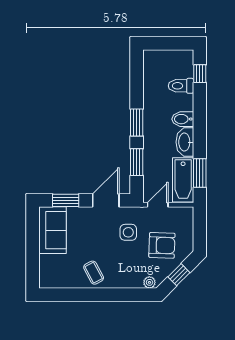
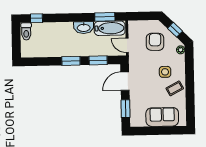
toilet: (181, 86) -> (26, 31), moved
bidet: (183, 119) -> (68, 29), removed
door: (106, 200) -> (125, 81), hinge flipped
sofa: (52, 230) -> (162, 117), moved
side table: (128, 232) -> (165, 72), moved

